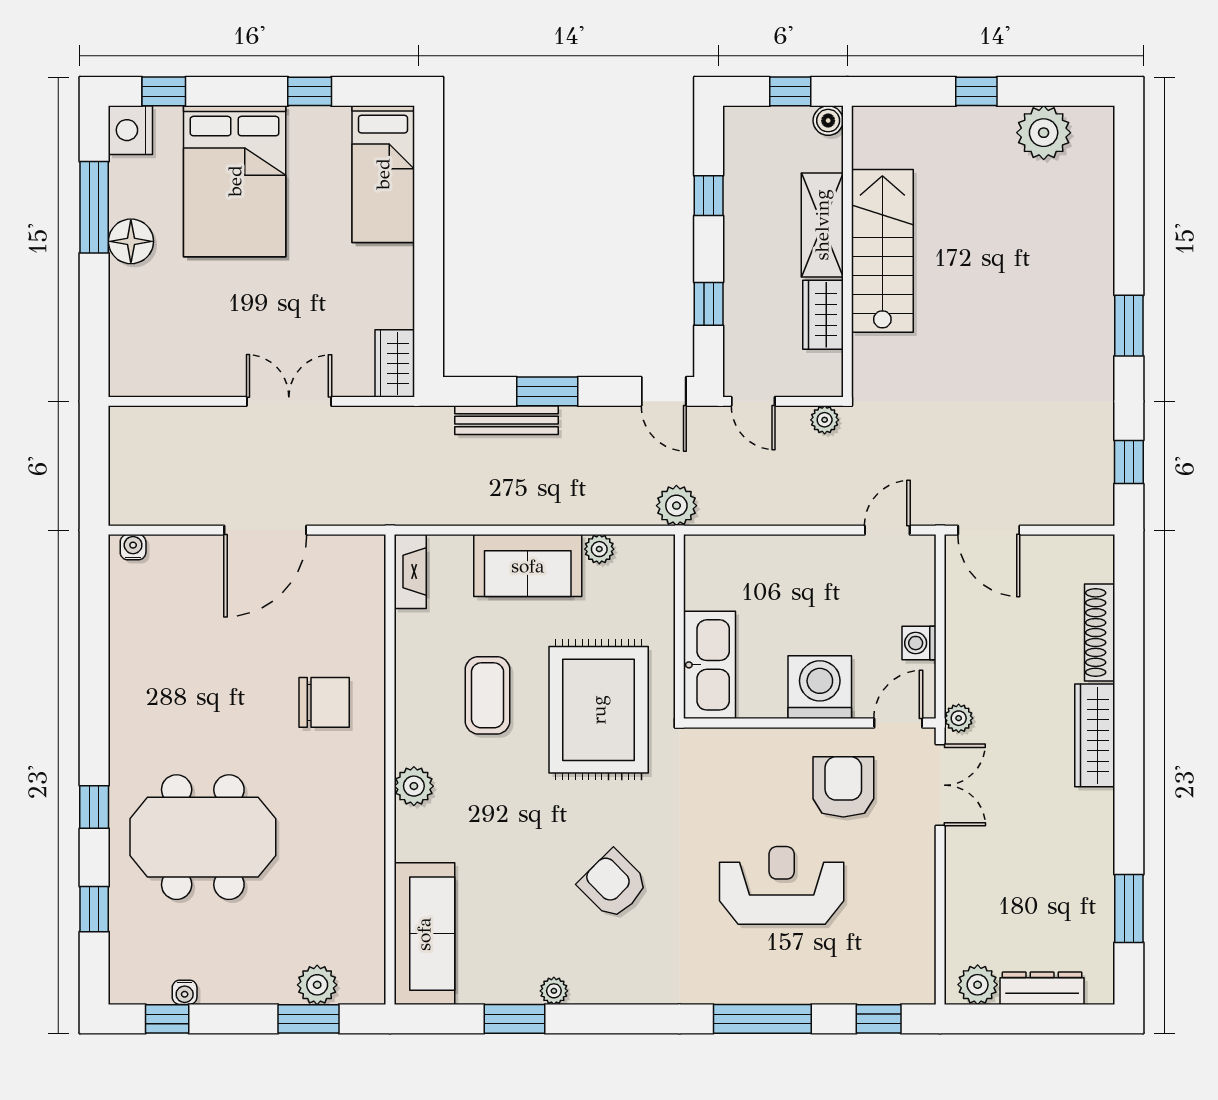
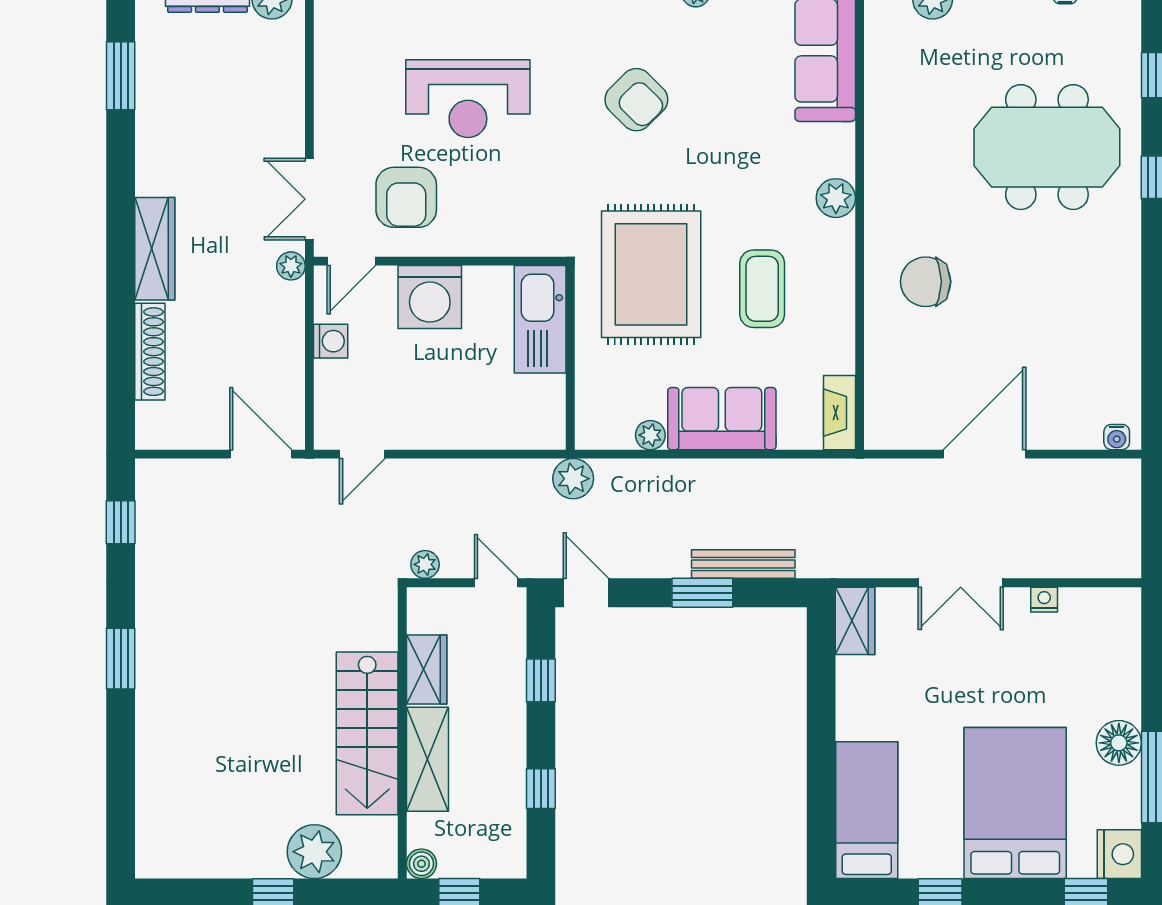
plant: (1044, 133) -> (314, 852), moved
nightstand: (206, 385) -> (1044, 600), added

